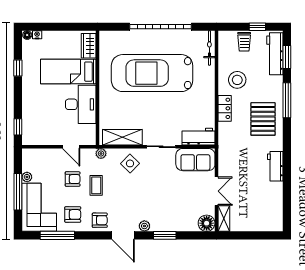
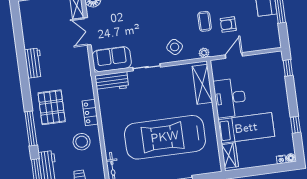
car: (152, 73) -> (165, 137), turned 180
shelving: (122, 137) -> (202, 84), moved, turned 90
door: (71, 147) -> (234, 56), hinge flipped
plant: (27, 177) -> (273, 21), removed

